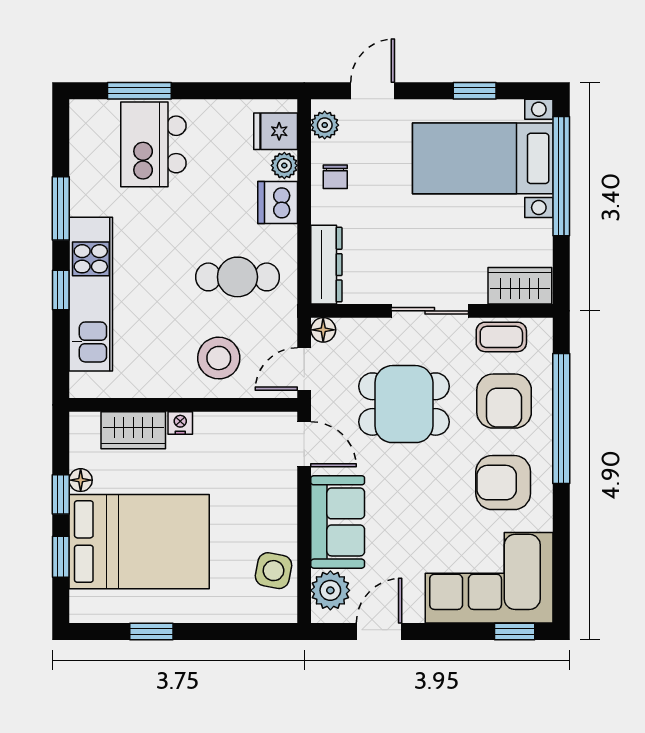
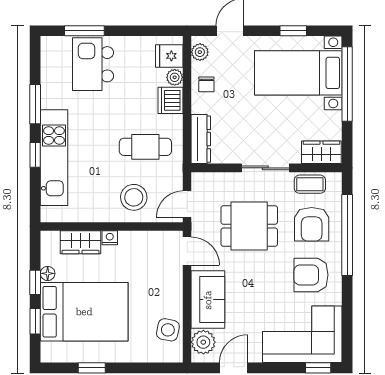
floor lamp: (323, 330) -> (199, 180), removed

